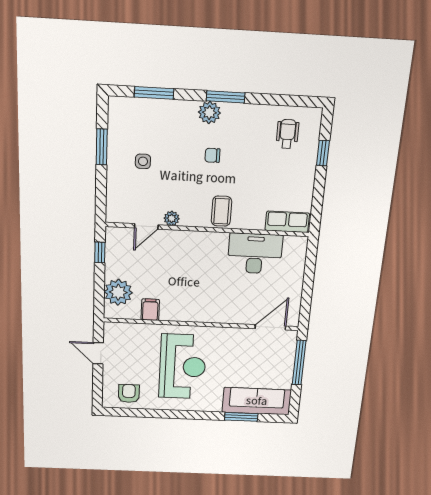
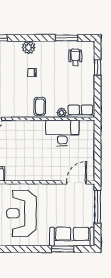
window: (226, 97) -> (67, 38), moved
plant: (172, 218) -> (62, 113), moved
reception desk: (183, 367) -> (22, 213), turned 180

